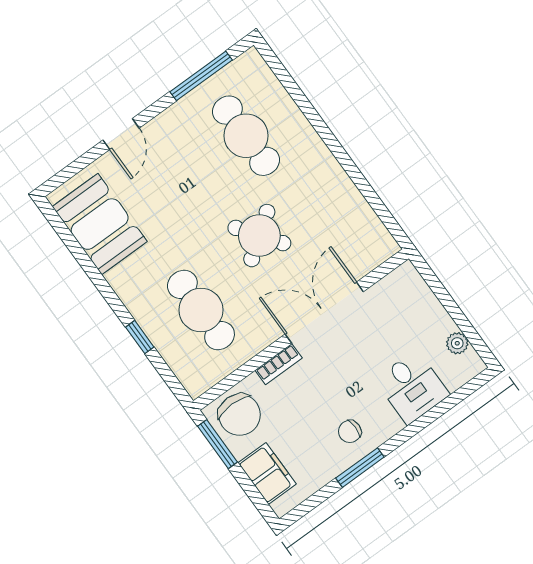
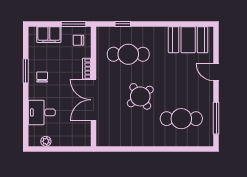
double door: (324, 313) -> (94, 100), swing flipped
window: (140, 337) -> (123, 24), moved
chair: (240, 415) -> (78, 40), width x0.54, depth x0.54

